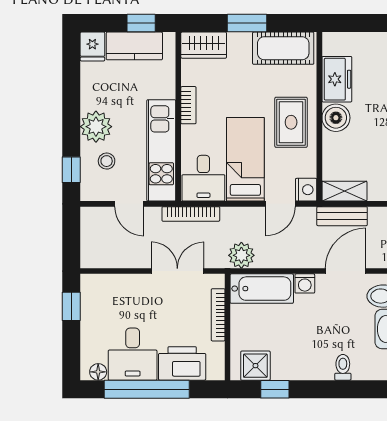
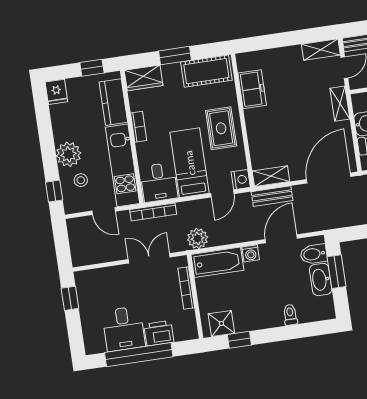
kitchen counter: (134, 46) -> (113, 102), moved, turned 90
boiler: (336, 118) -> (256, 120), removed
printer: (182, 363) -> (159, 333), width x0.73, depth x0.84
floor lamp: (98, 372) -> (99, 347), removed

